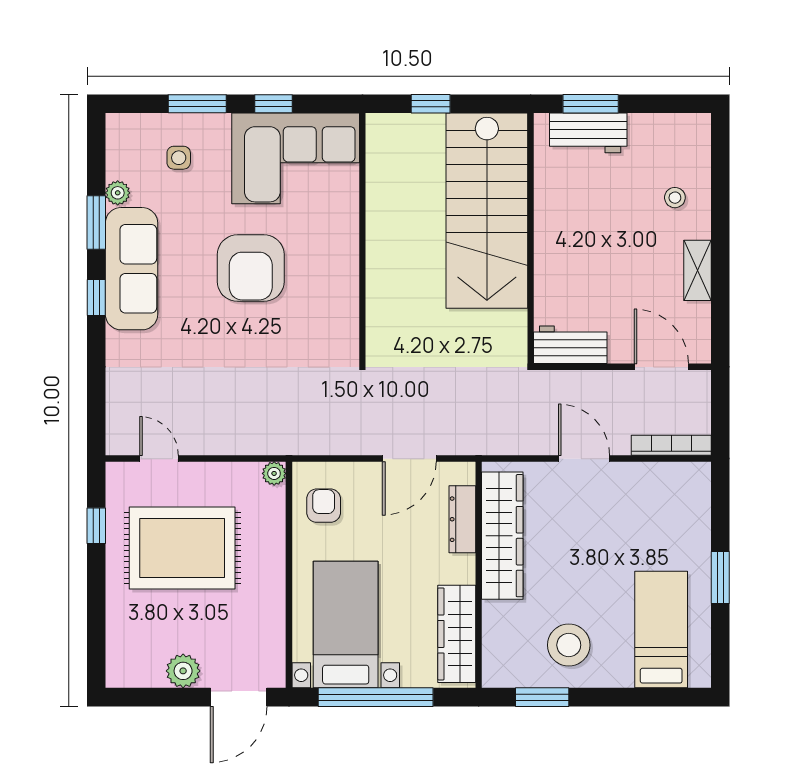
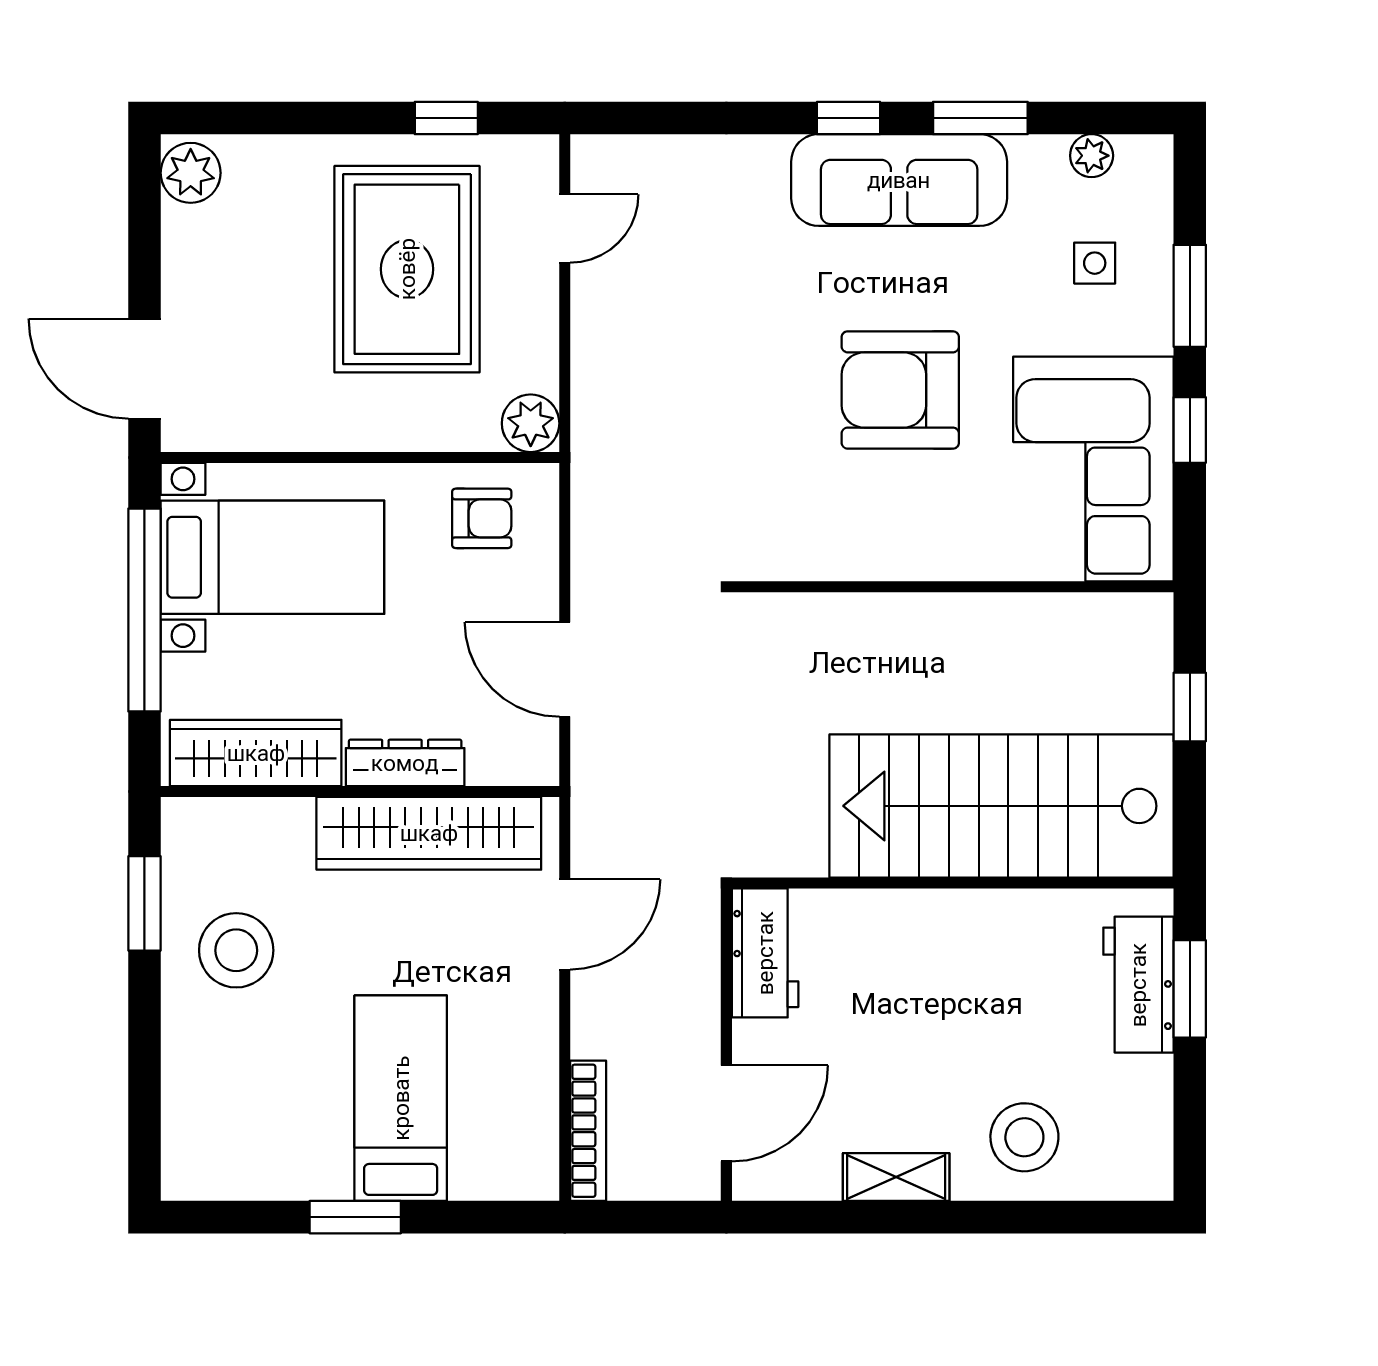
plant: (118, 193) -> (1092, 156), moved
stool: (675, 198) -> (1024, 1137), width x1.89, depth x1.89
door: (584, 459) -> (565, 924), moved
plant: (274, 473) -> (531, 423), width x1.38, depth x1.38
dresser: (462, 519) -> (405, 763), moved
bed: (661, 630) -> (401, 1098), moved, turned -90
plant: (183, 671) -> (191, 173), moved

